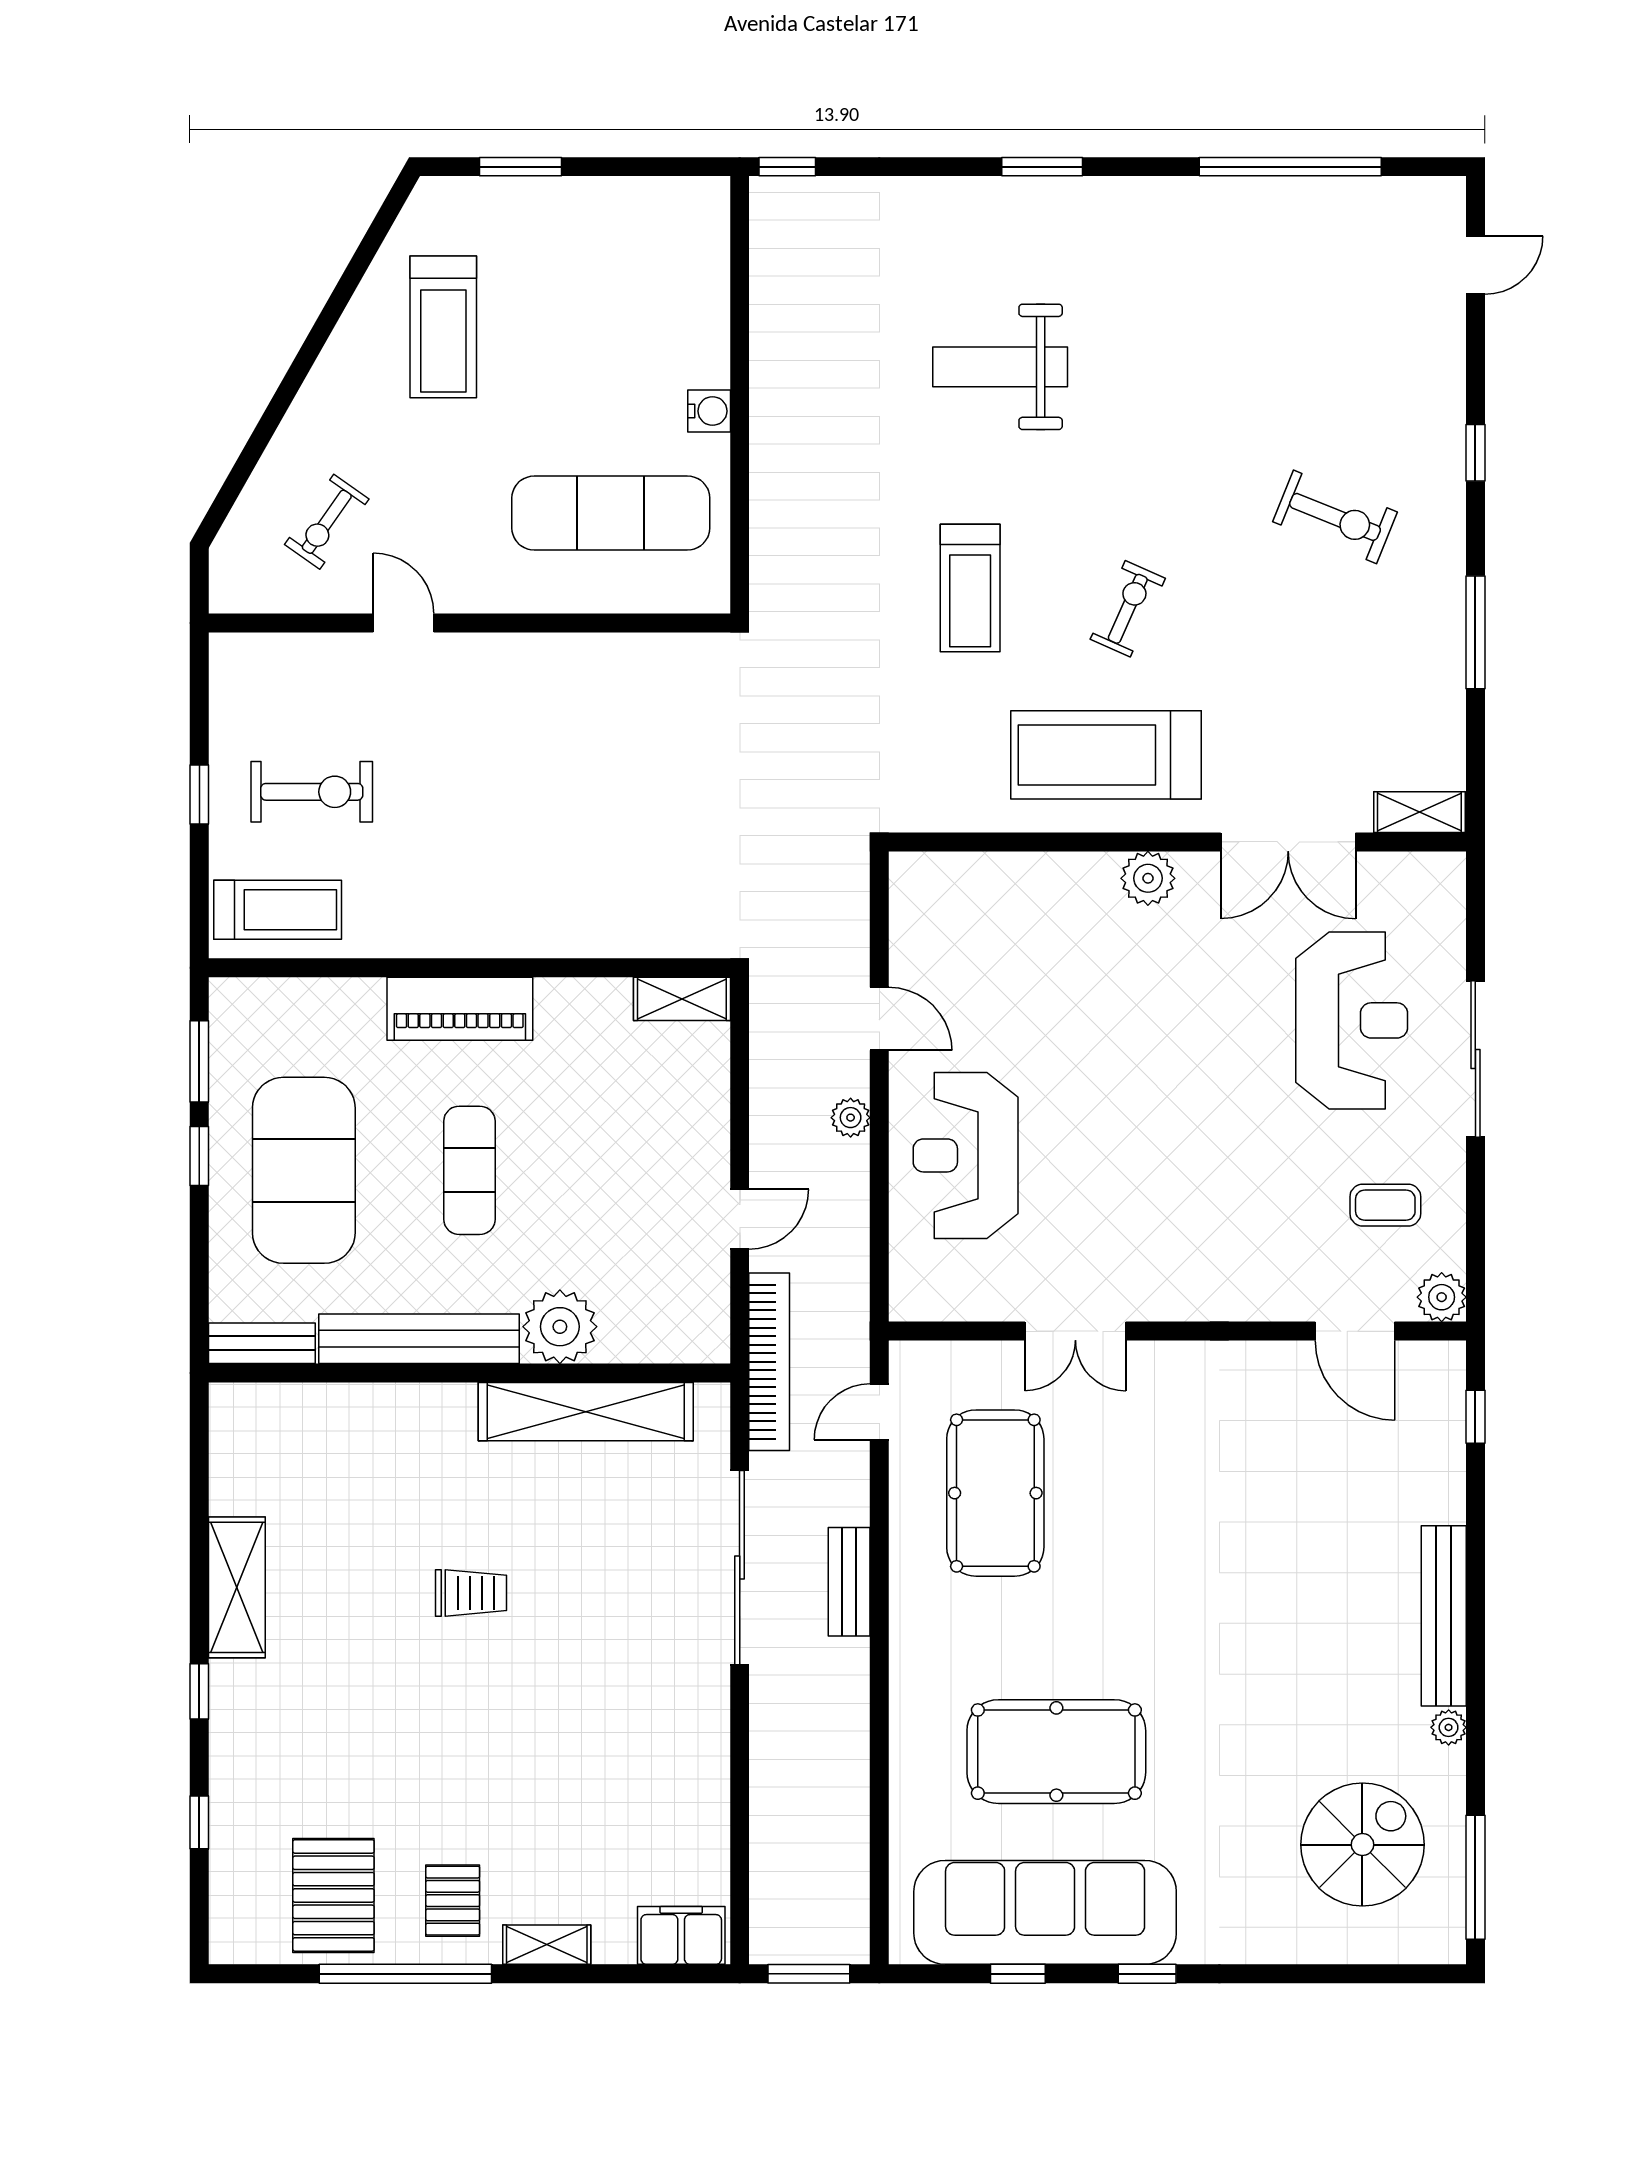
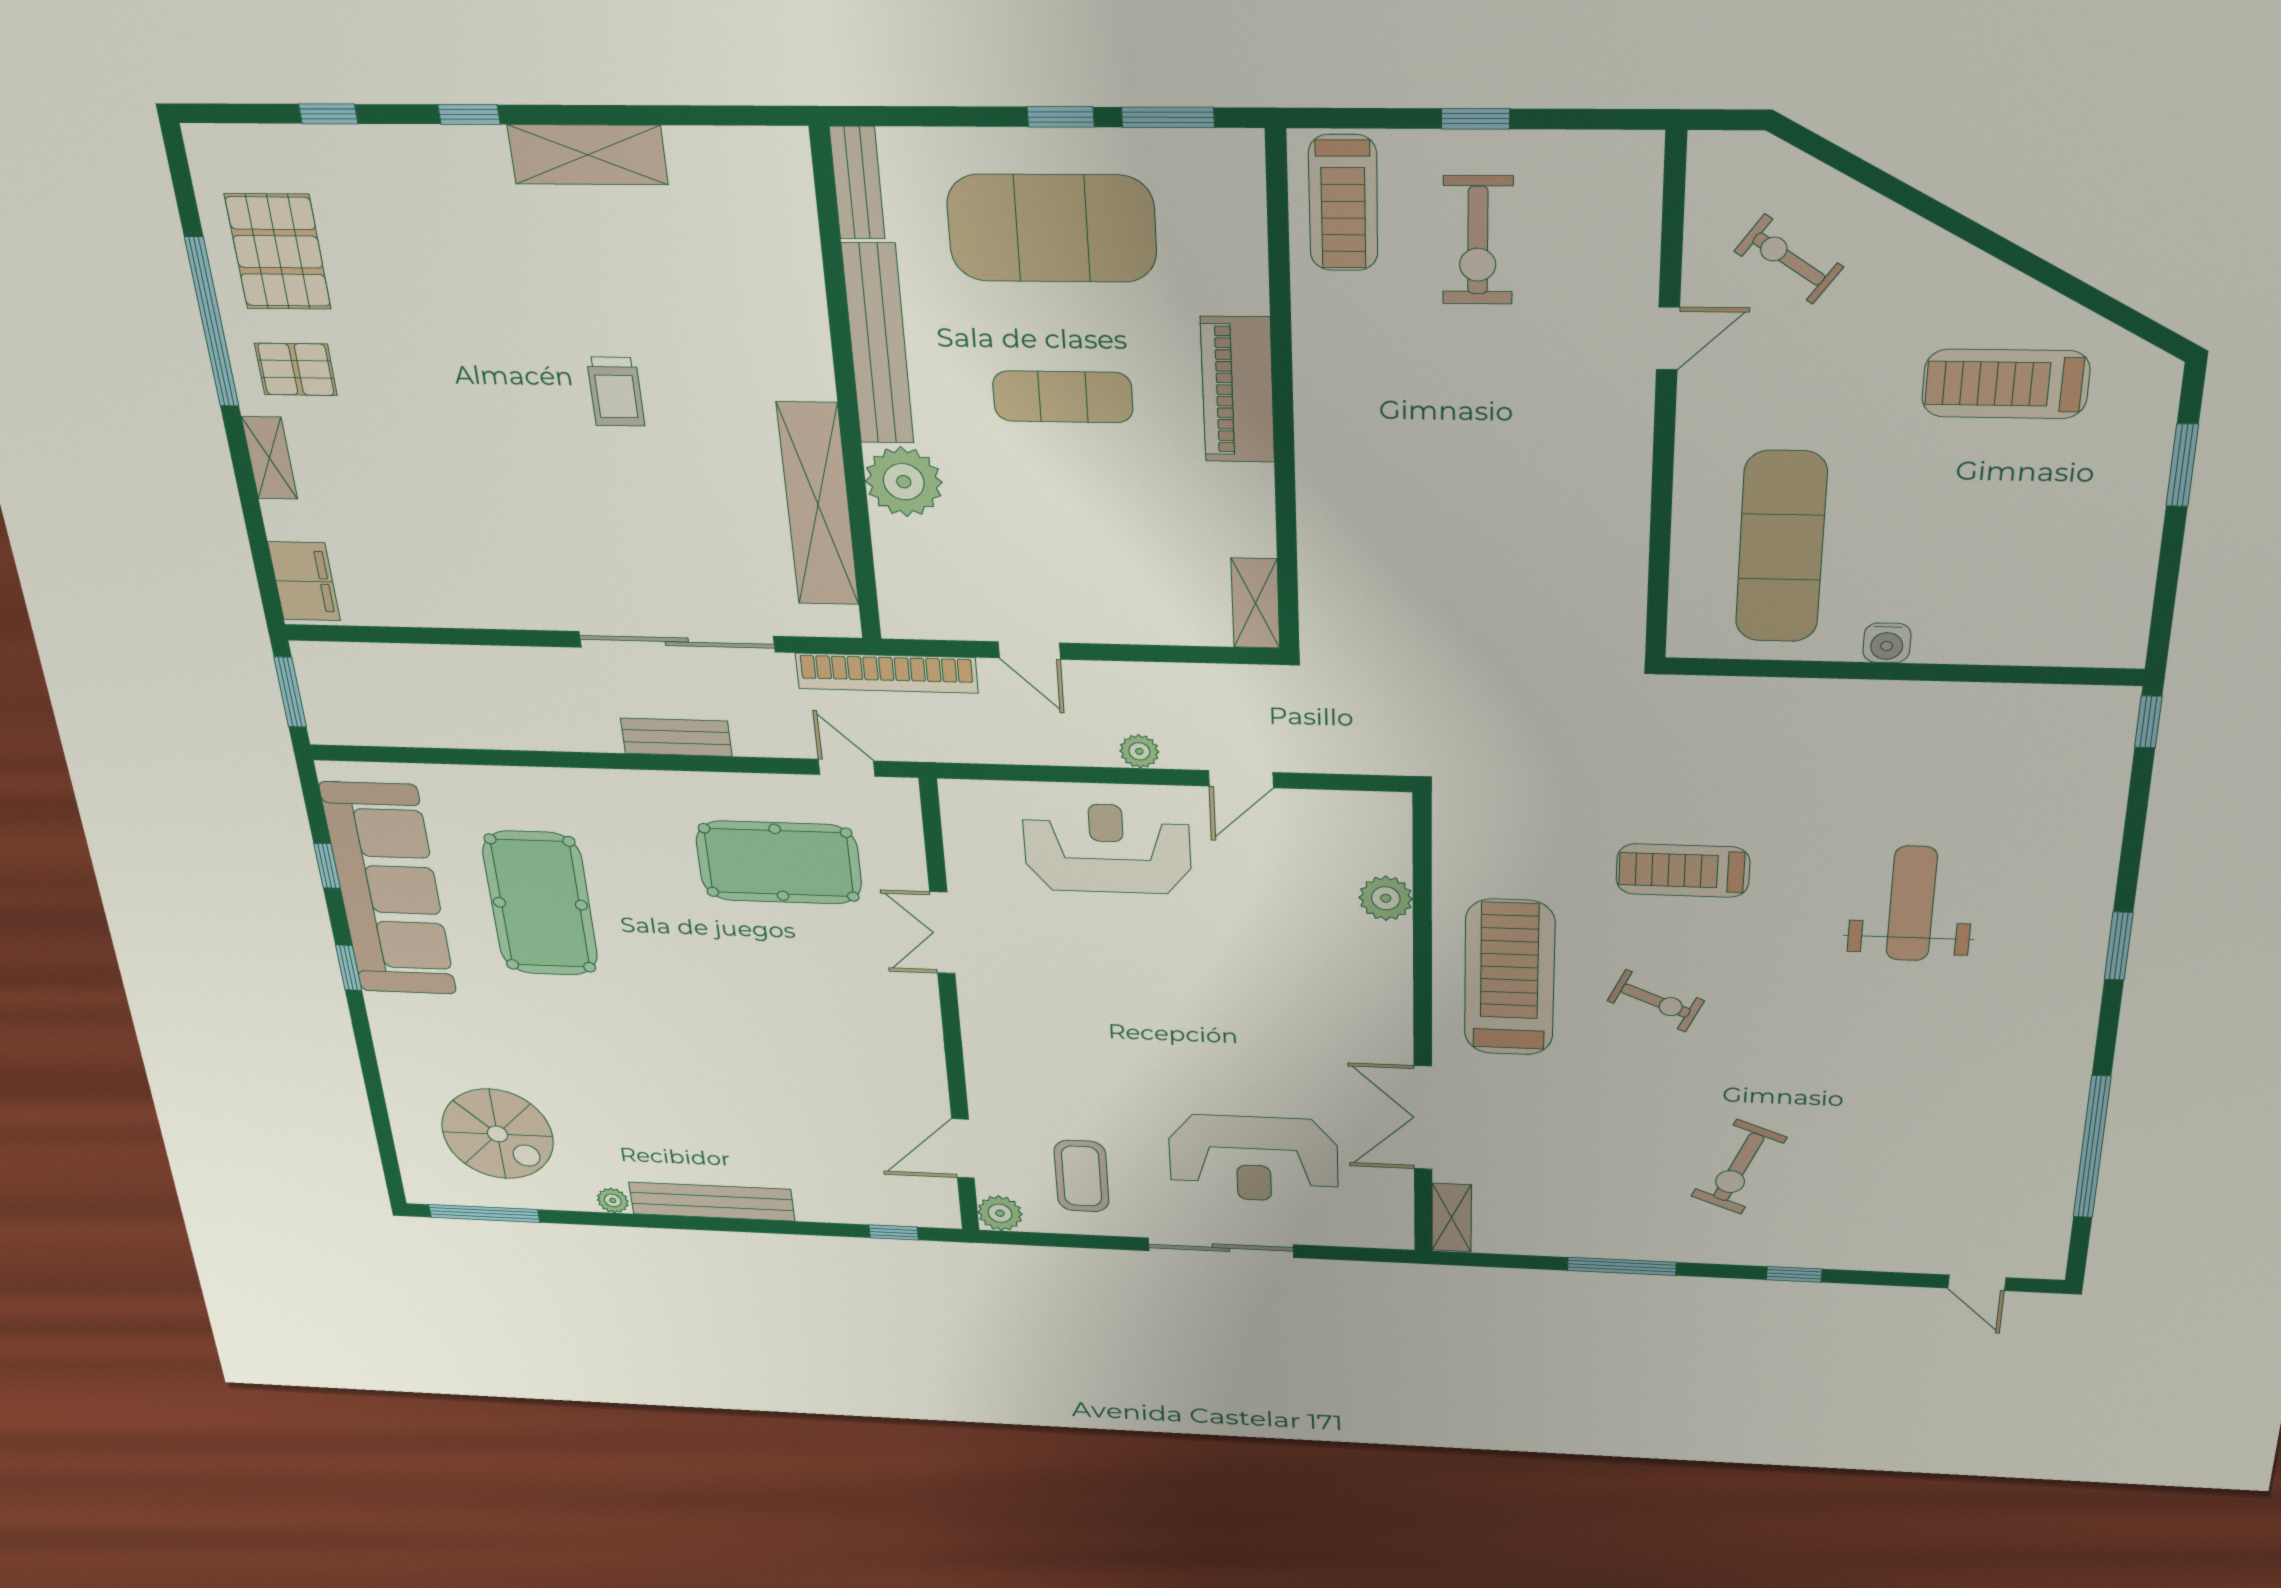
plant: (1148, 878) -> (1386, 898), moved
coffee table: (1385, 1205) -> (1082, 1176), width x1.36, depth x1.30
pallet: (333, 1895) -> (278, 252), turned 90

